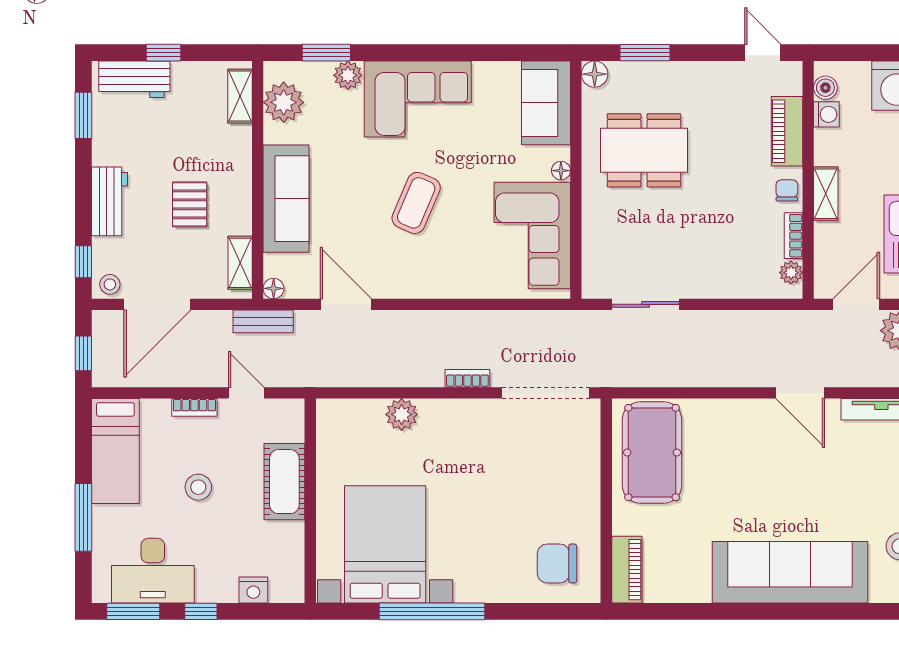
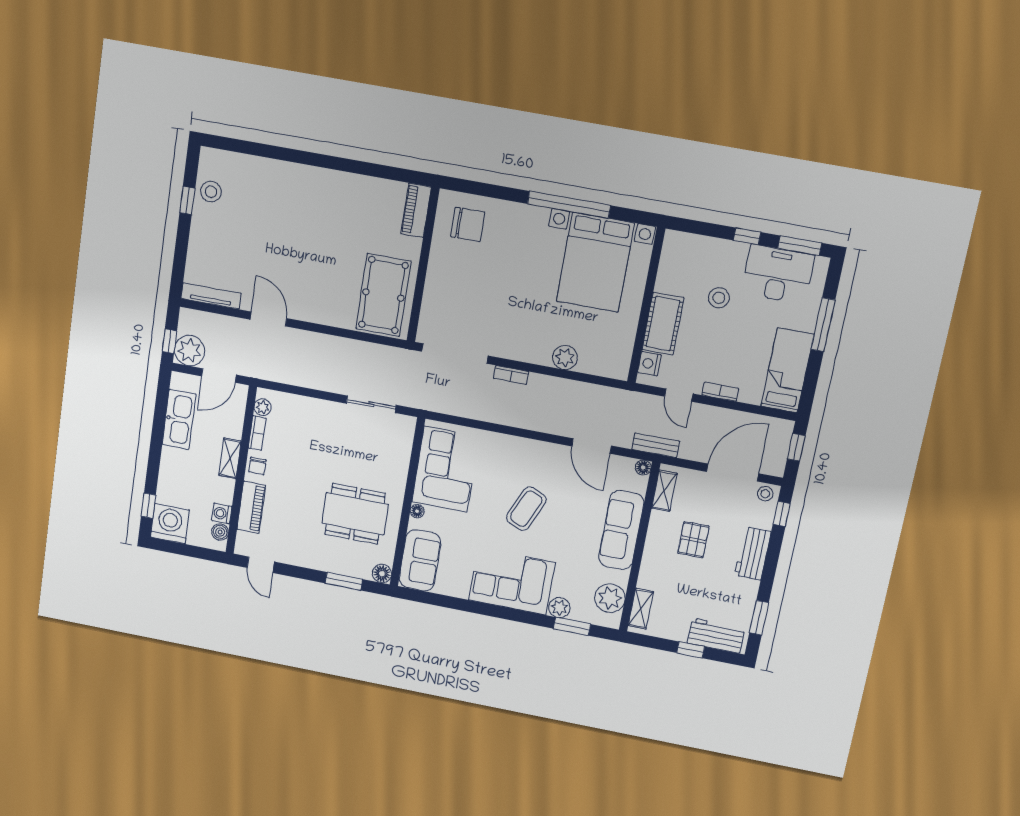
stool: (198, 487) -> (719, 298), moved
sofa: (790, 572) -> (295, 187), removed
nightstand: (253, 590) -> (649, 364), moved, turned -90

